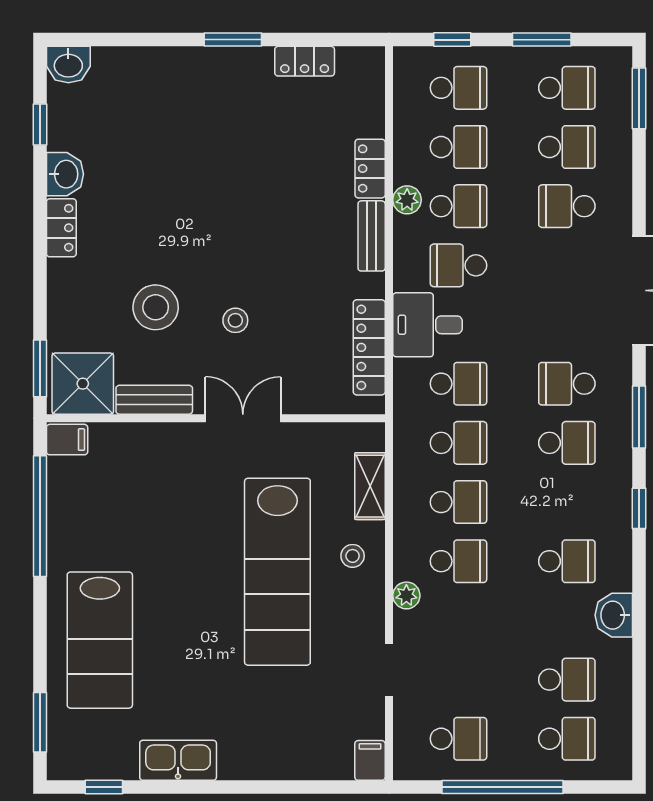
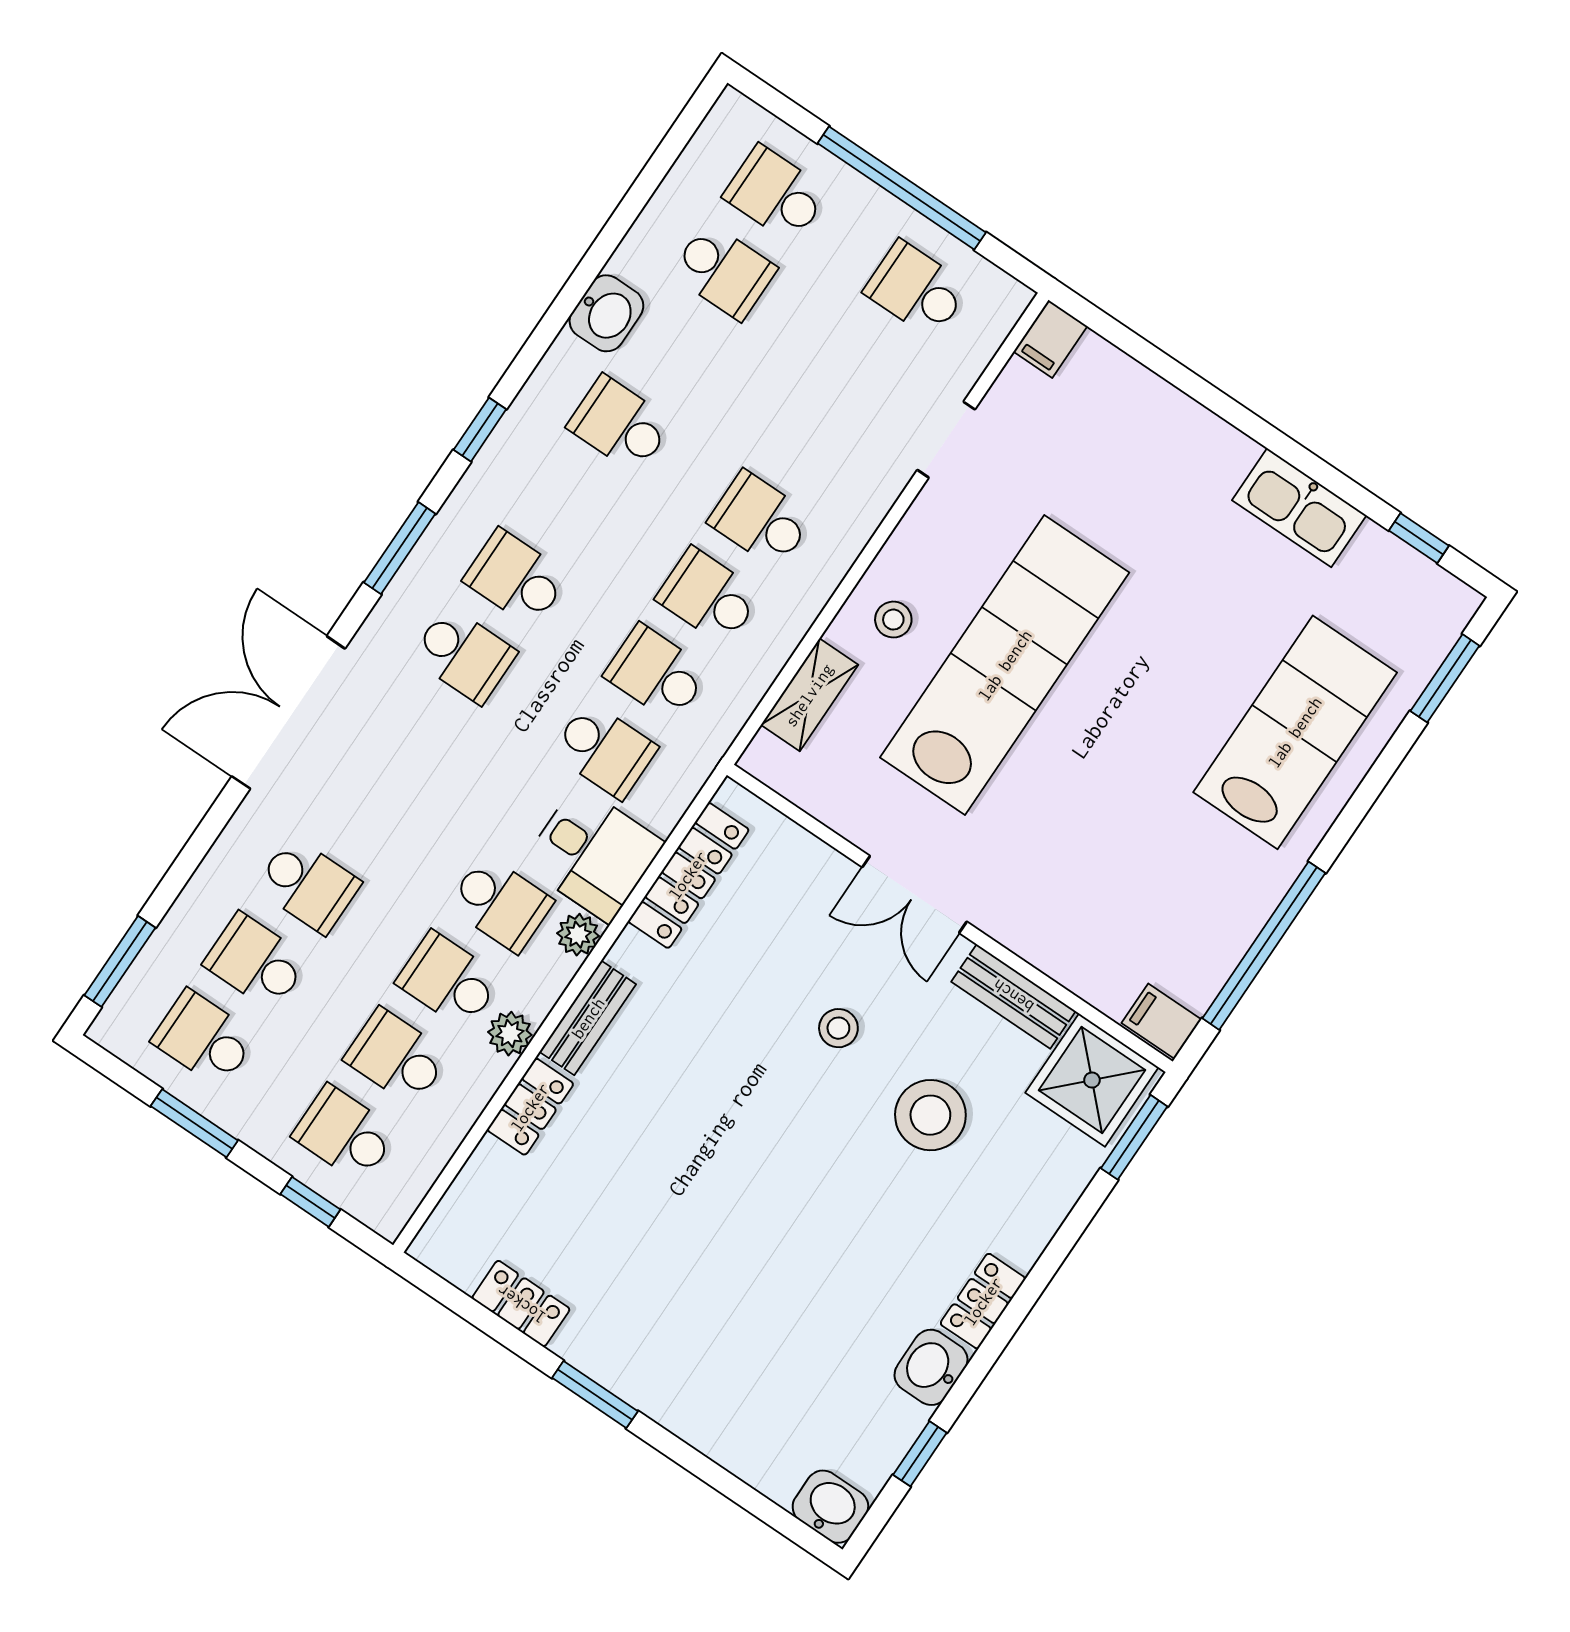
school desk: (458, 384) -> (605, 750), turned 180
plant: (406, 595) -> (578, 935), moved
school desk: (567, 680) -> (724, 271), turned 180

